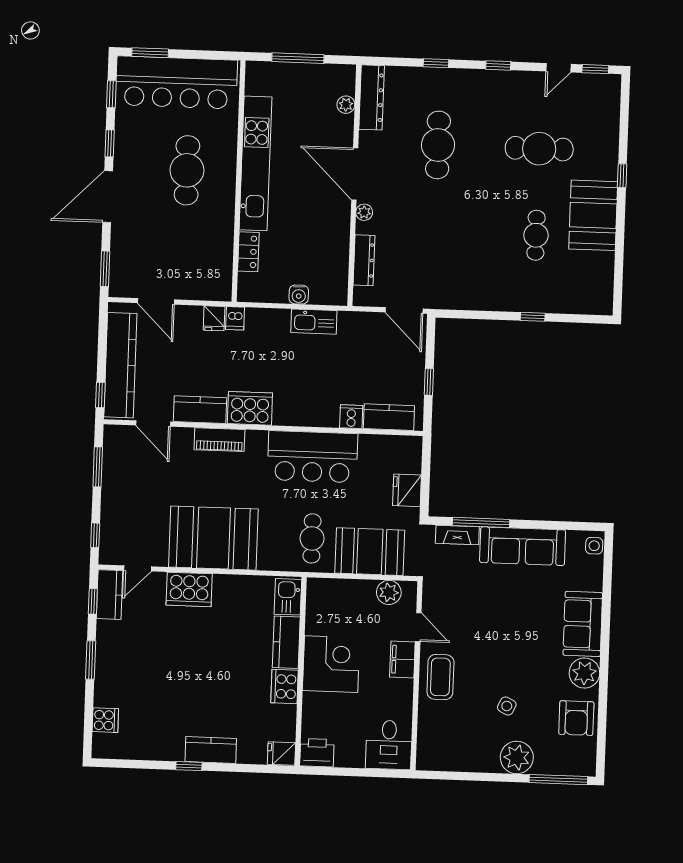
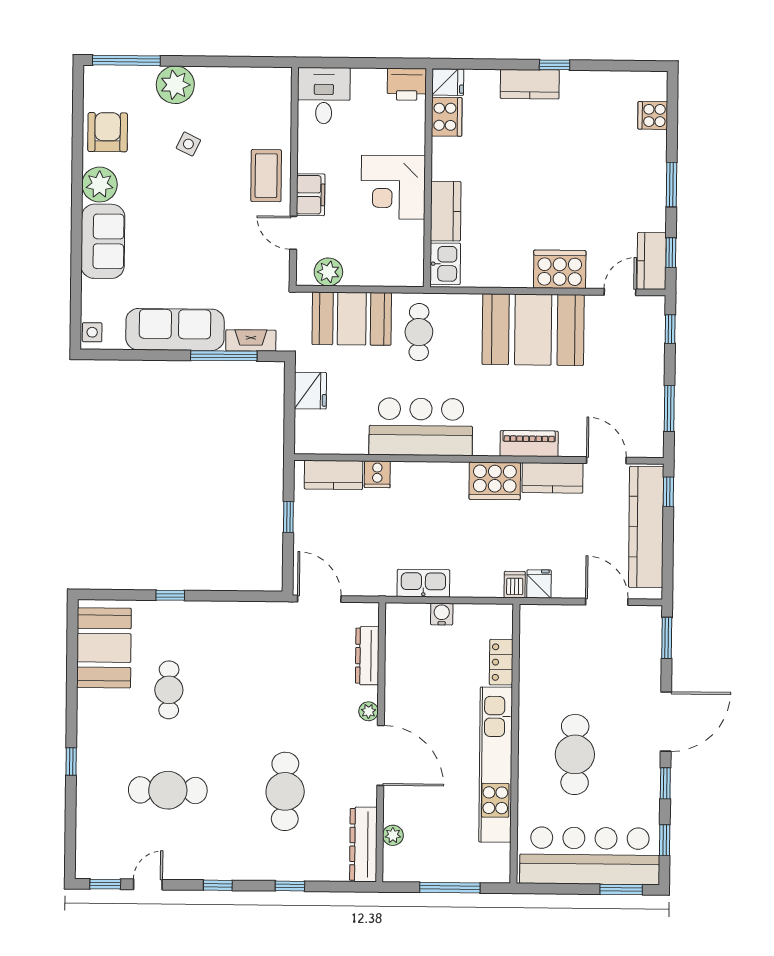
booth: (593, 215) -> (104, 648), moved
cooker: (285, 687) -> (447, 117), moved

